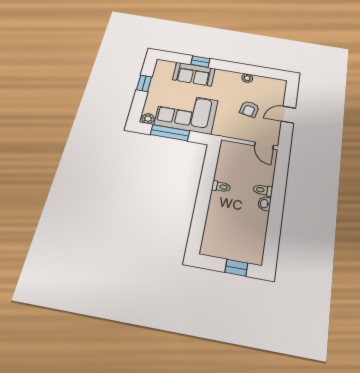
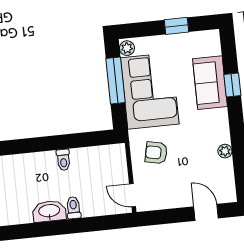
armchair: (249, 109) -> (156, 153), moved
door: (288, 115) -> (206, 212), moved
door: (264, 145) -> (133, 195), hinge flipped
washbasin: (265, 204) -> (49, 211), width x1.91, depth x1.45

